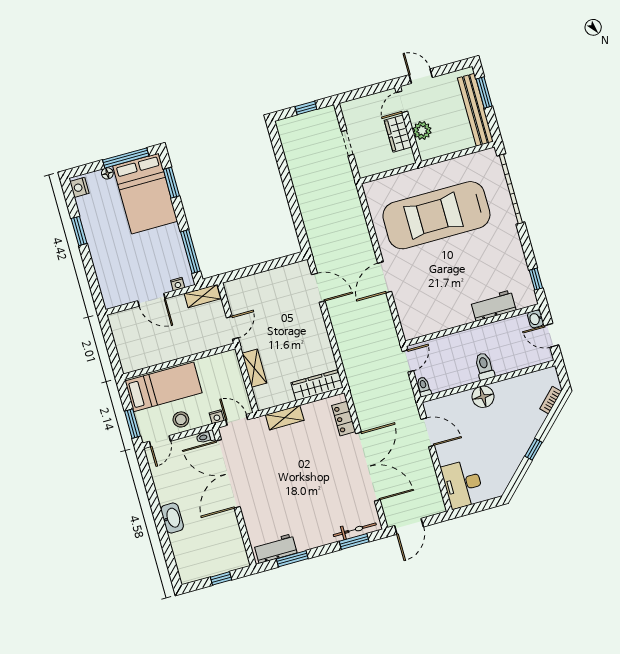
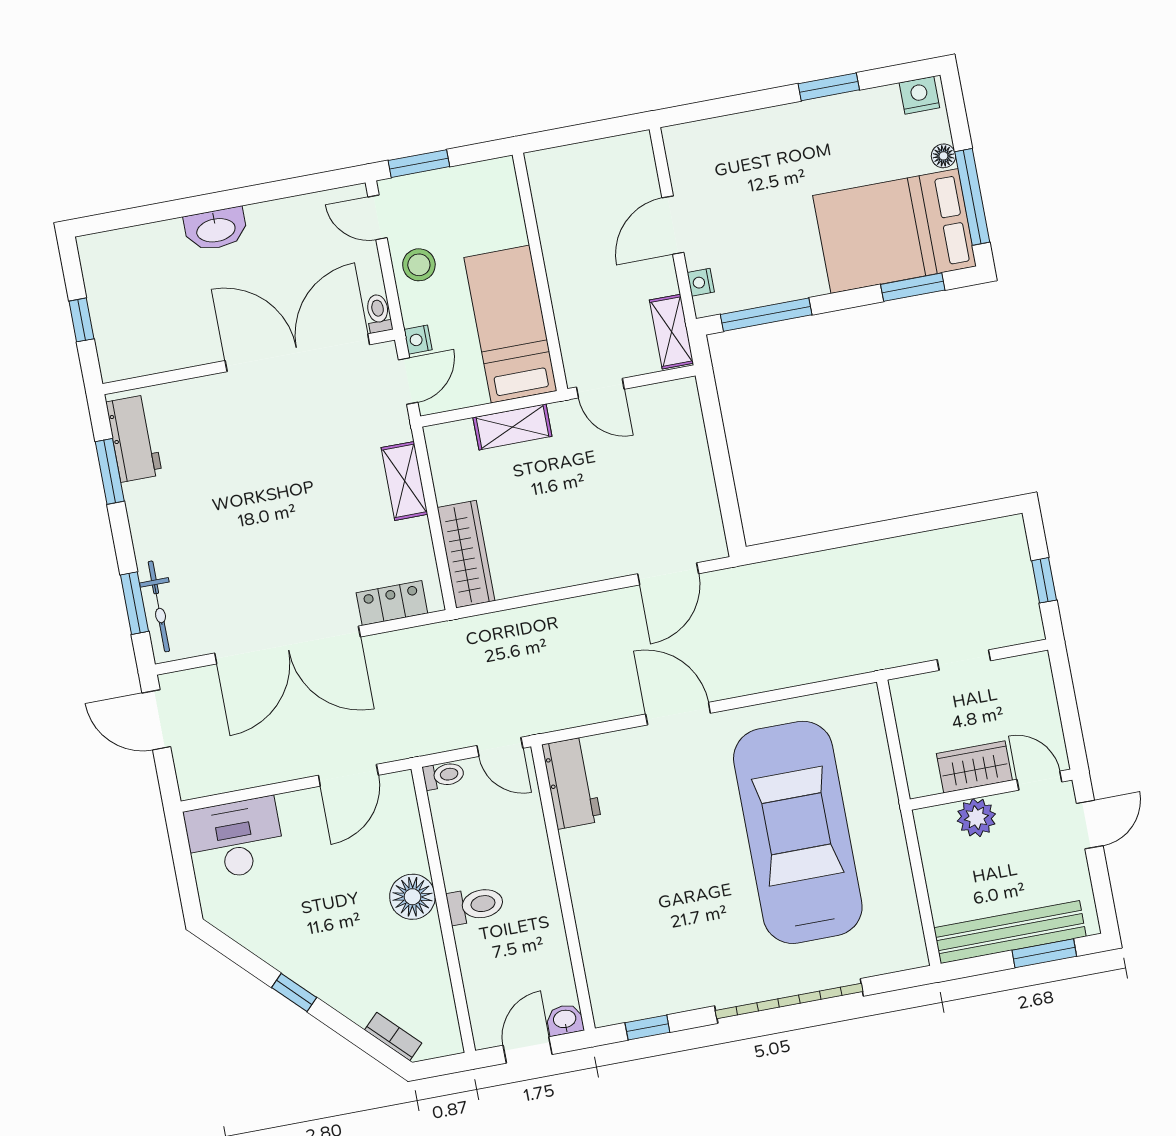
garage door: (511, 189) -> (789, 1001), moved
workbench: (493, 306) -> (572, 783), moved
bed: (164, 387) -> (510, 324), moved, turned 180

